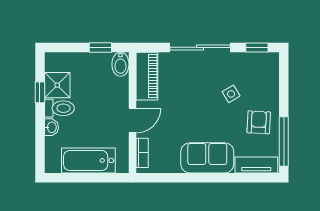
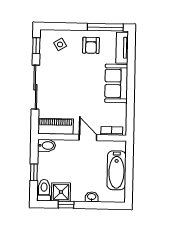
window: (100, 47) -> (34, 172), moved
side table: (231, 94) -> (60, 44), moved
toilet: (59, 108) -> (44, 190), moved
armchair: (259, 122) -> (91, 45), turned -93

